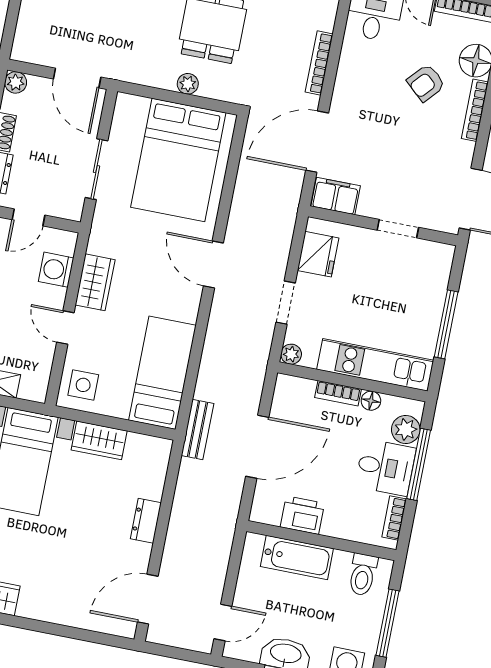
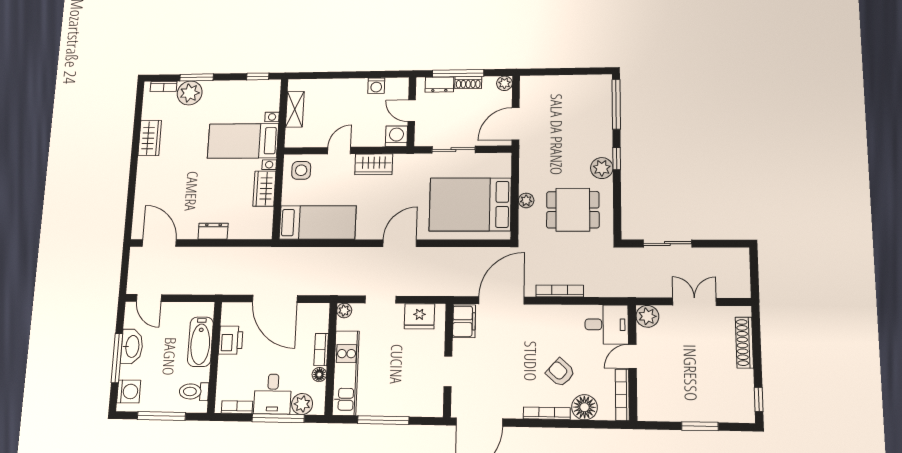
door: (317, 142) -> (501, 300), hinge flipped
washing machine: (56, 270) -> (396, 136), moved
bench: (197, 430) -> (281, 255), removed

